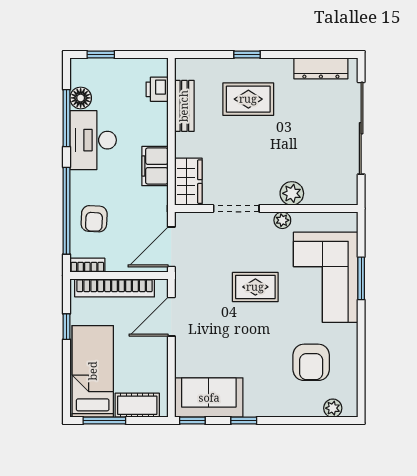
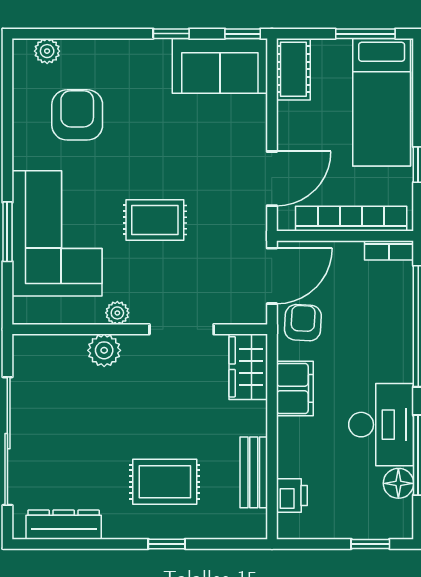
armchair: (94, 219) -> (303, 323), moved
cot: (137, 405) -> (293, 69), moved, turned 90

